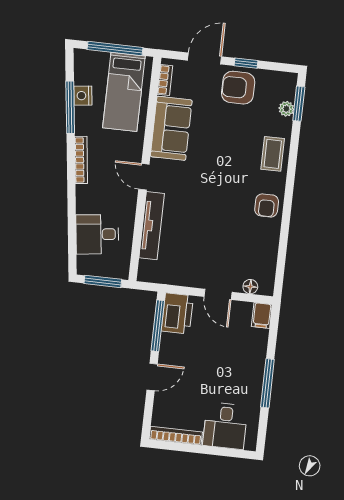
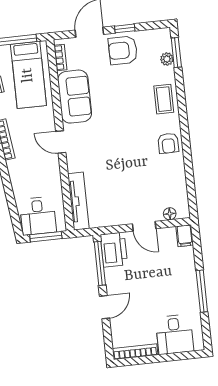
tv unit: (152, 226) -> (78, 201), moved
desk: (97, 234) -> (38, 216), moved, turned -83

